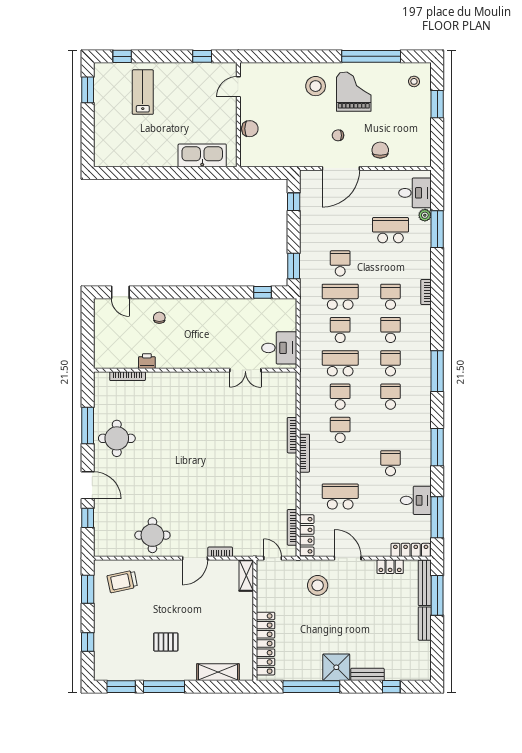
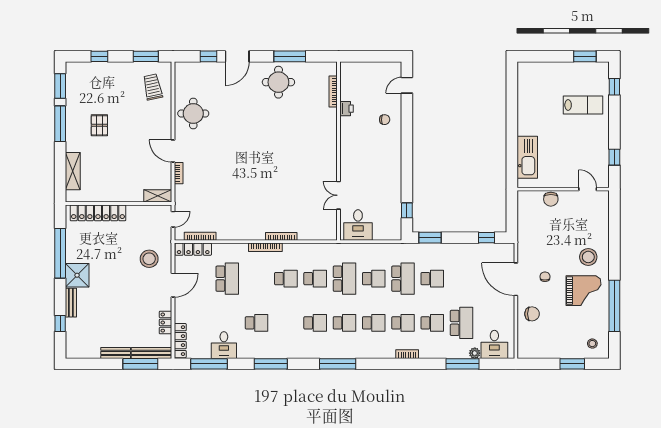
school desk: (390, 263) -> (432, 323), added

